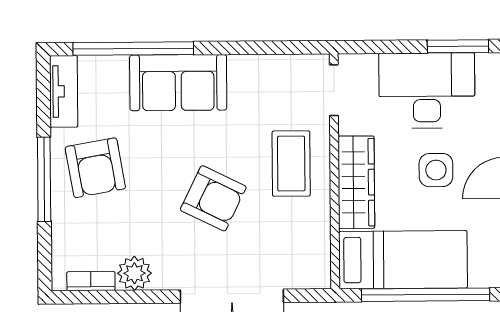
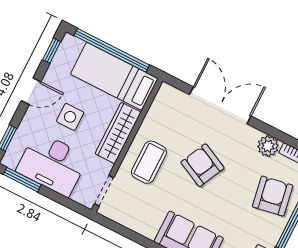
armchair: (95, 168) -> (273, 196), moved

